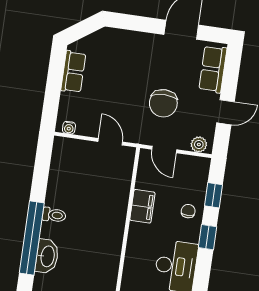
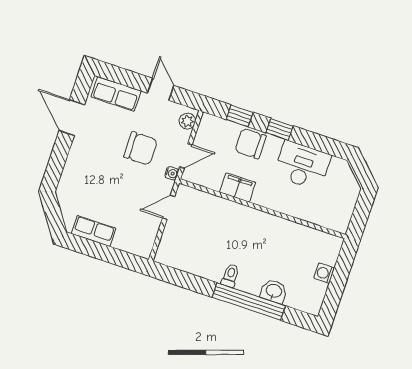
water cooler: (69, 128) -> (172, 173), moved
chair: (188, 211) -> (251, 144), width x1.87, depth x1.87
washbasin: (47, 256) -> (274, 291), width x0.72

